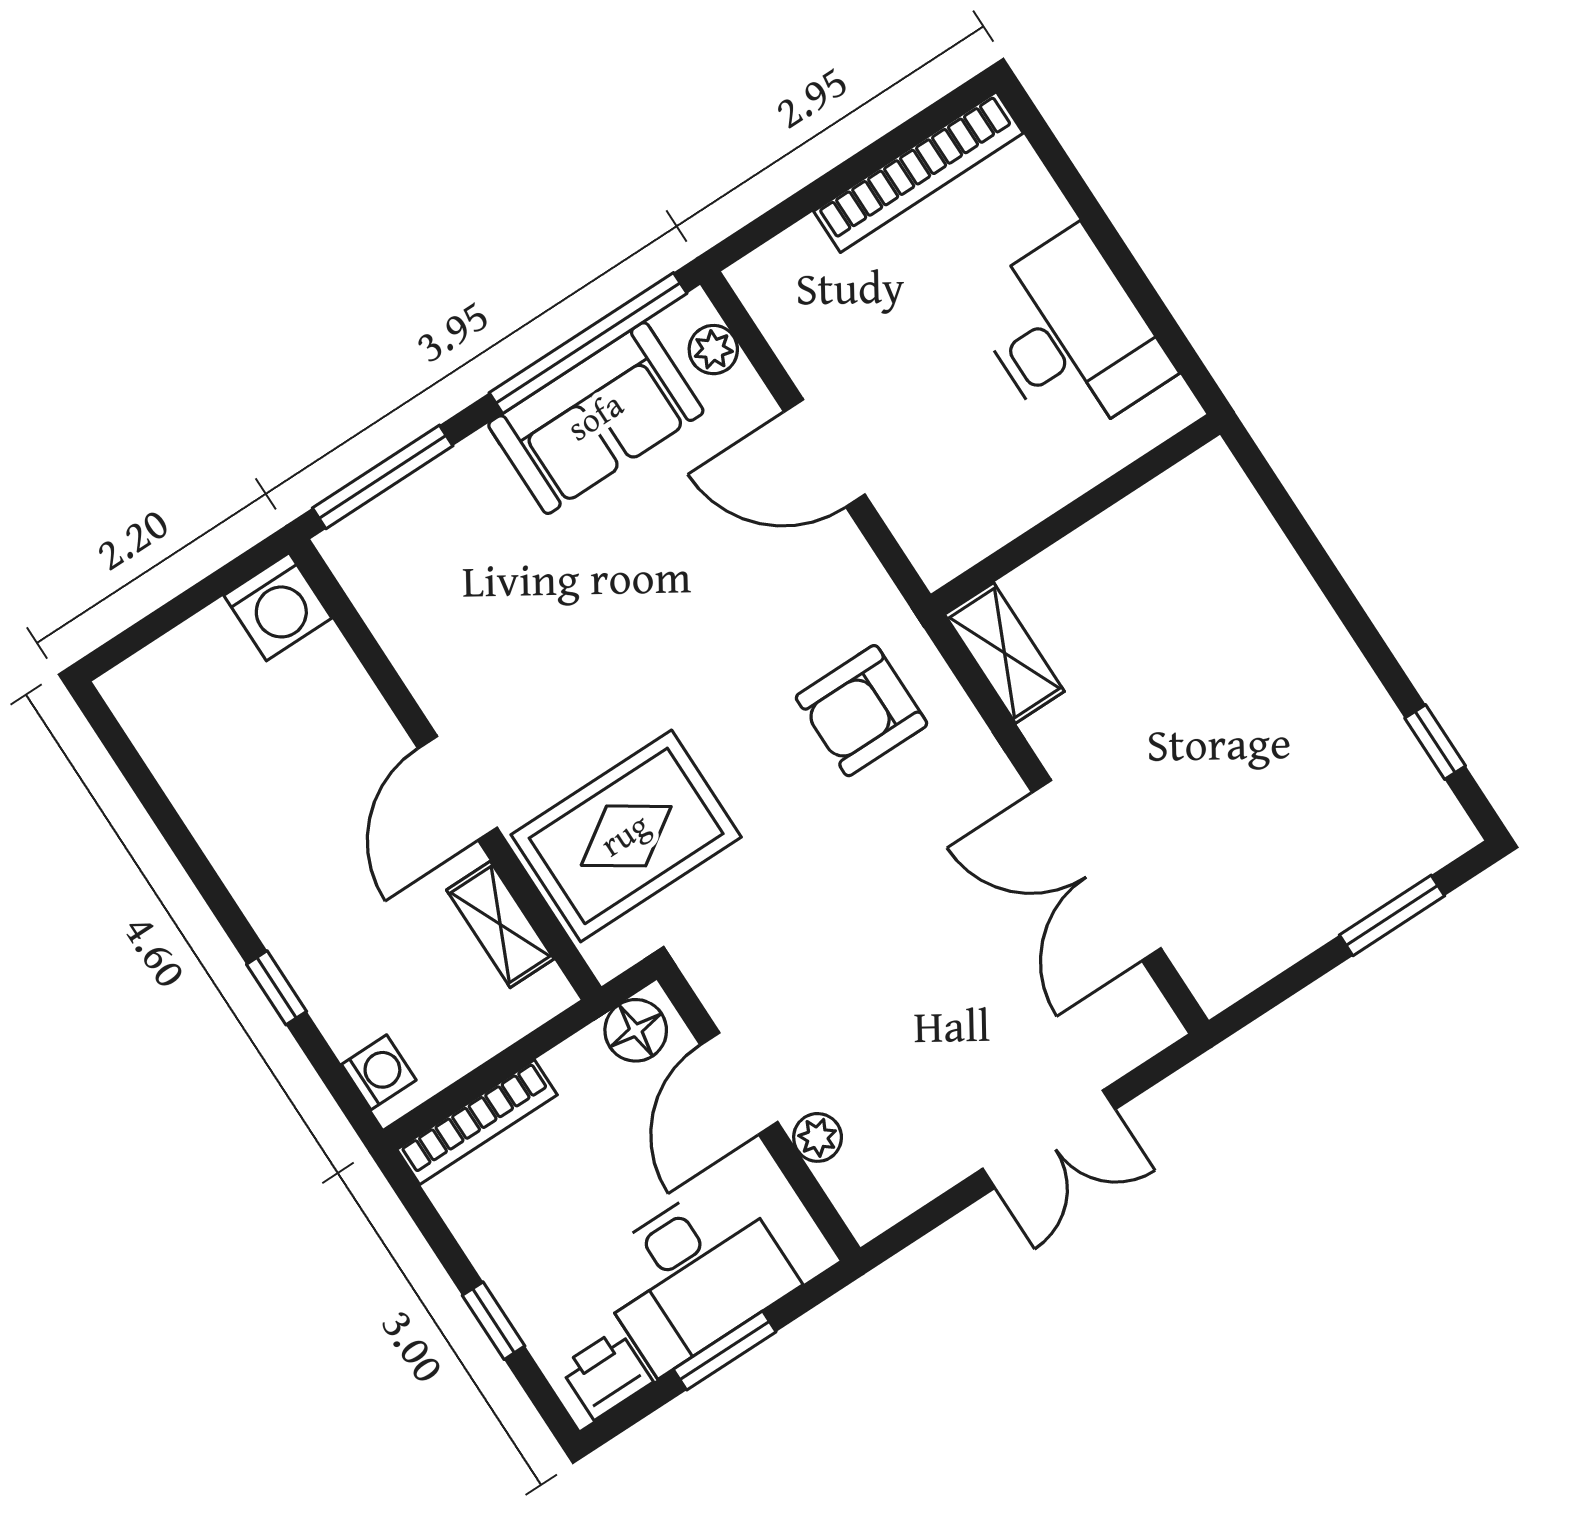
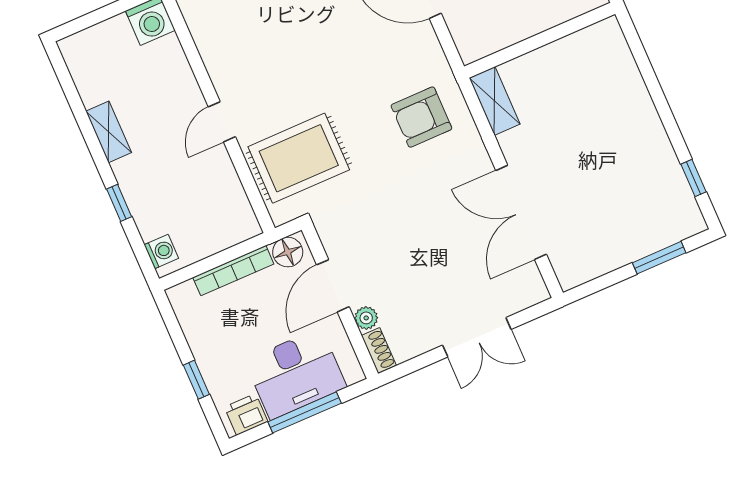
door: (458, 788) -> (222, 122), width x0.73
shelving: (500, 924) -> (109, 132), moved
bookcase: (477, 1122) -> (233, 271), moved
shoe rack: (854, 1199) -> (379, 350), added
window: (725, 1351) -> (305, 412), width x1.44

